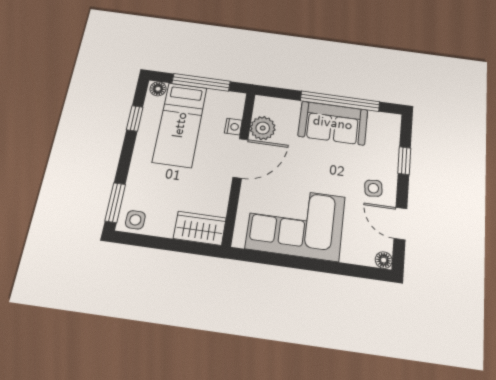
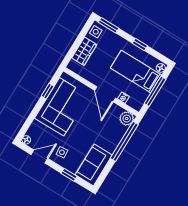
window: (340, 101) -> (124, 141), moved
window: (135, 118) -> (140, 45), moved
sofa: (333, 123) -> (94, 165), moved
plant: (263, 128) -> (127, 119), moved
wardrobe: (200, 228) -> (84, 51), moved
window: (279, 260) -> (48, 91), added

